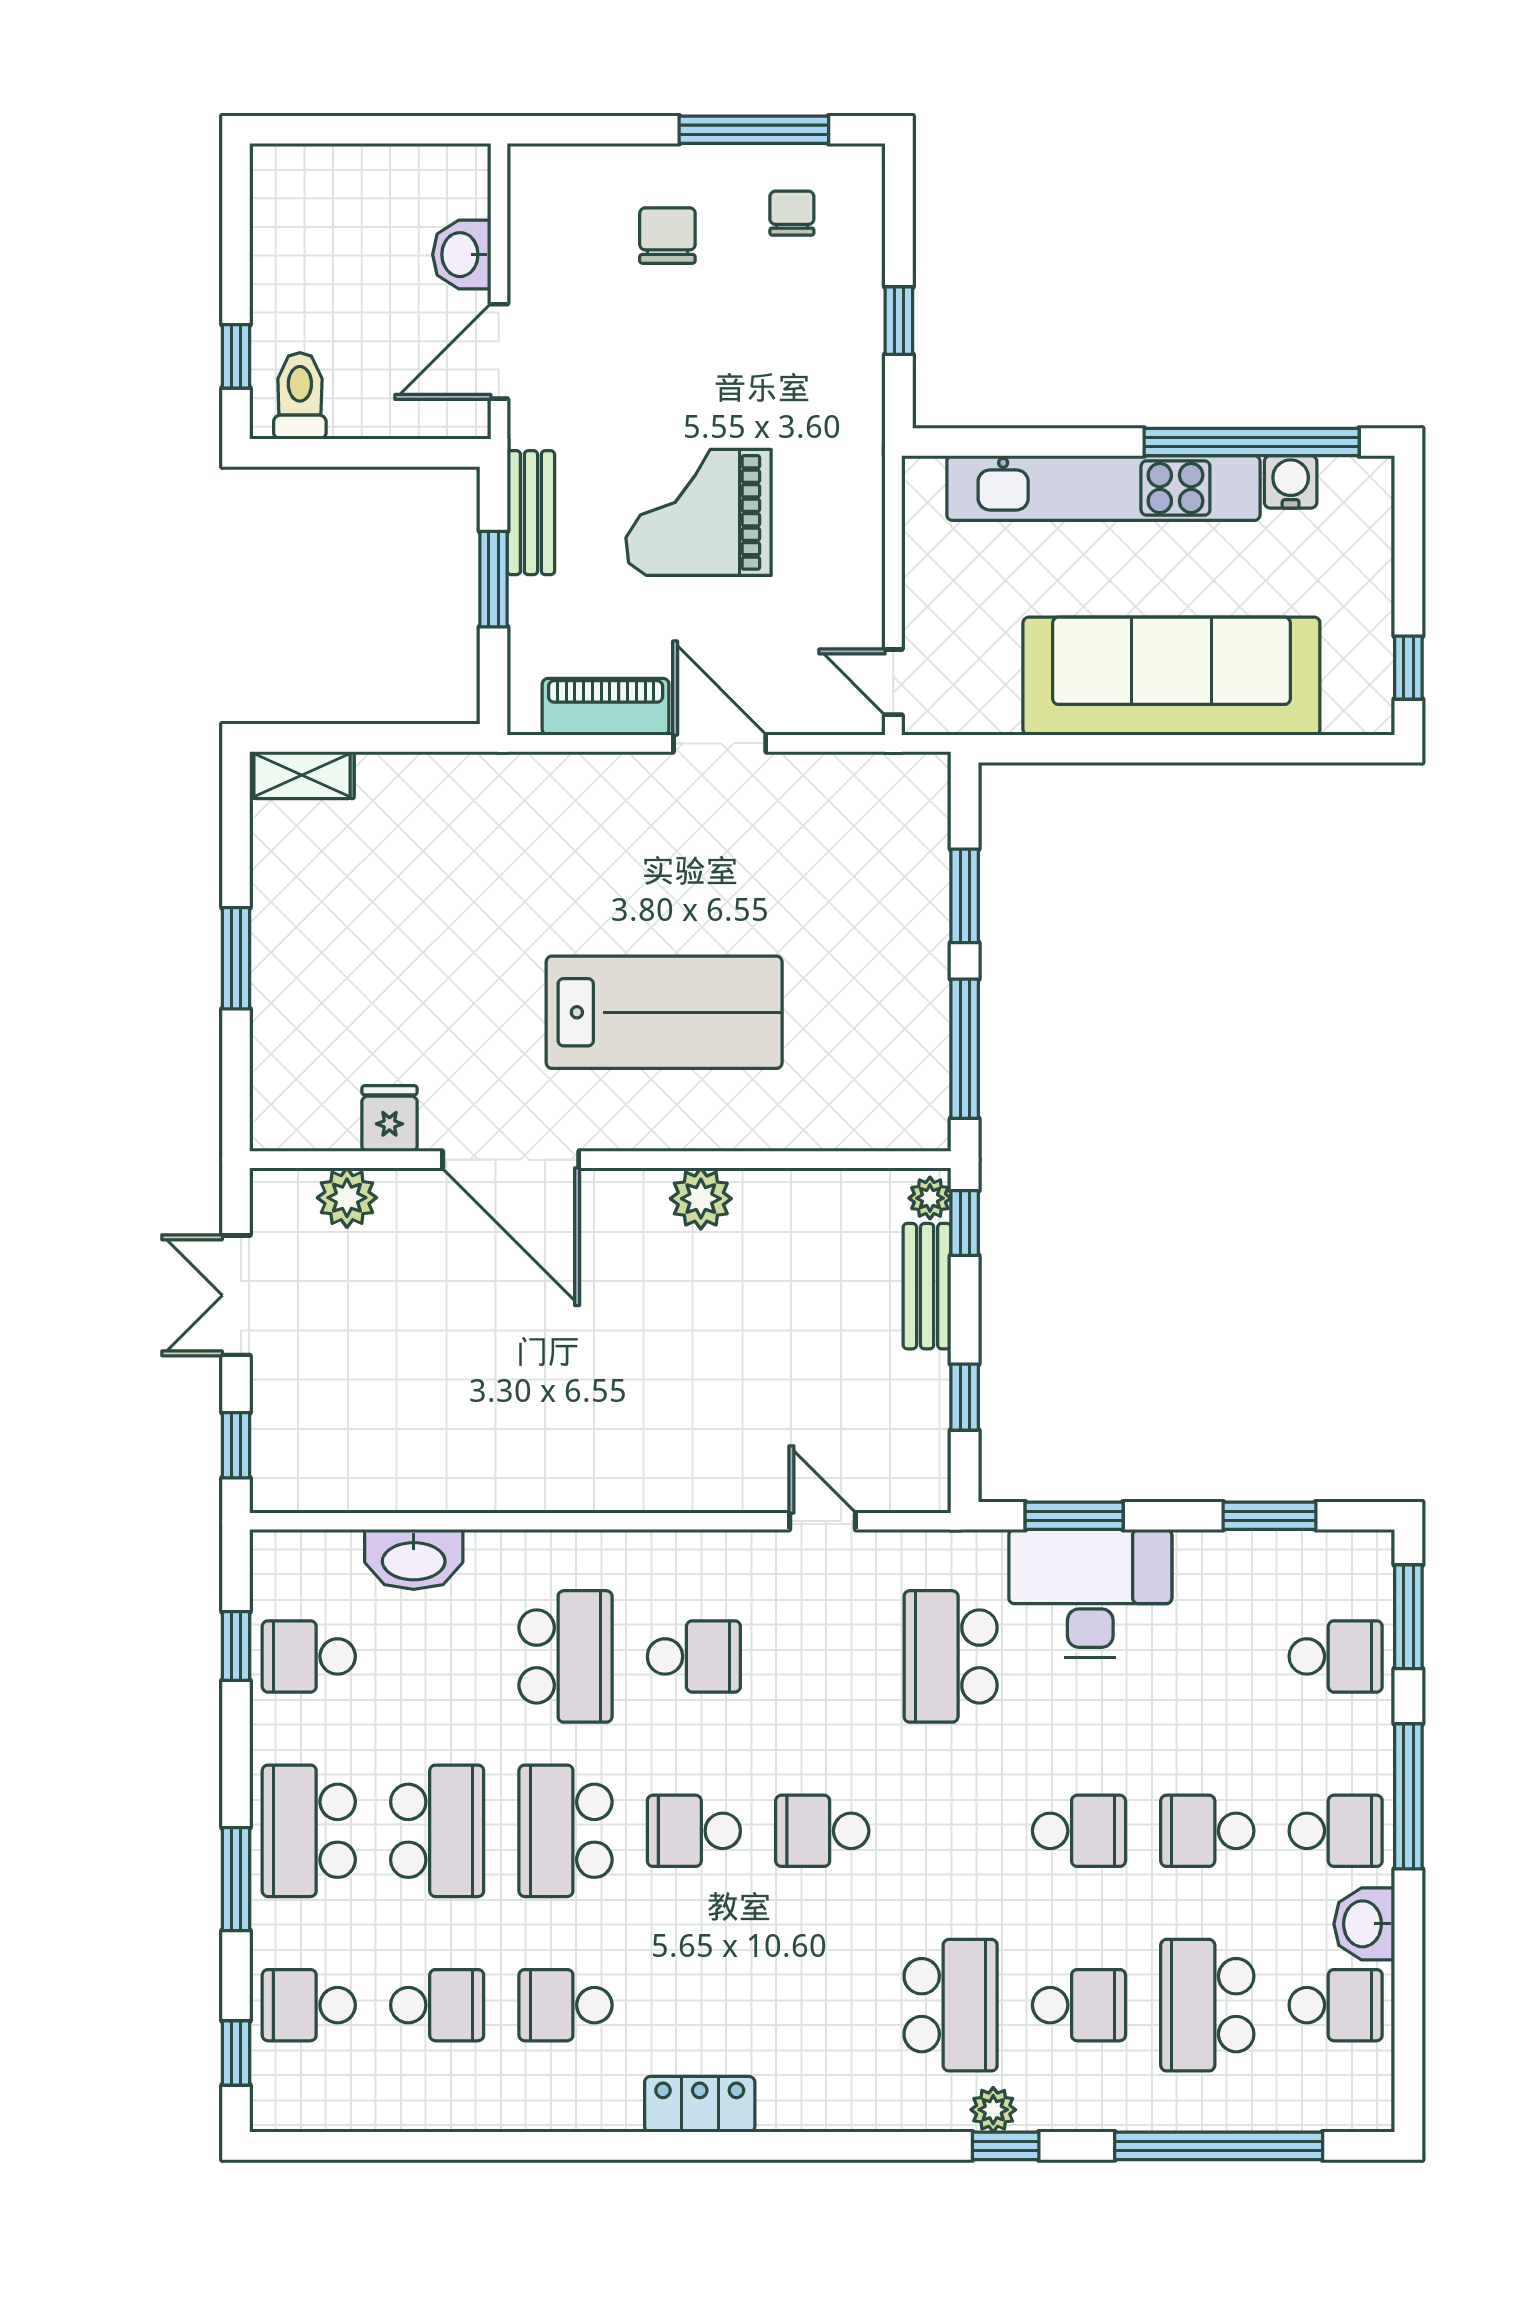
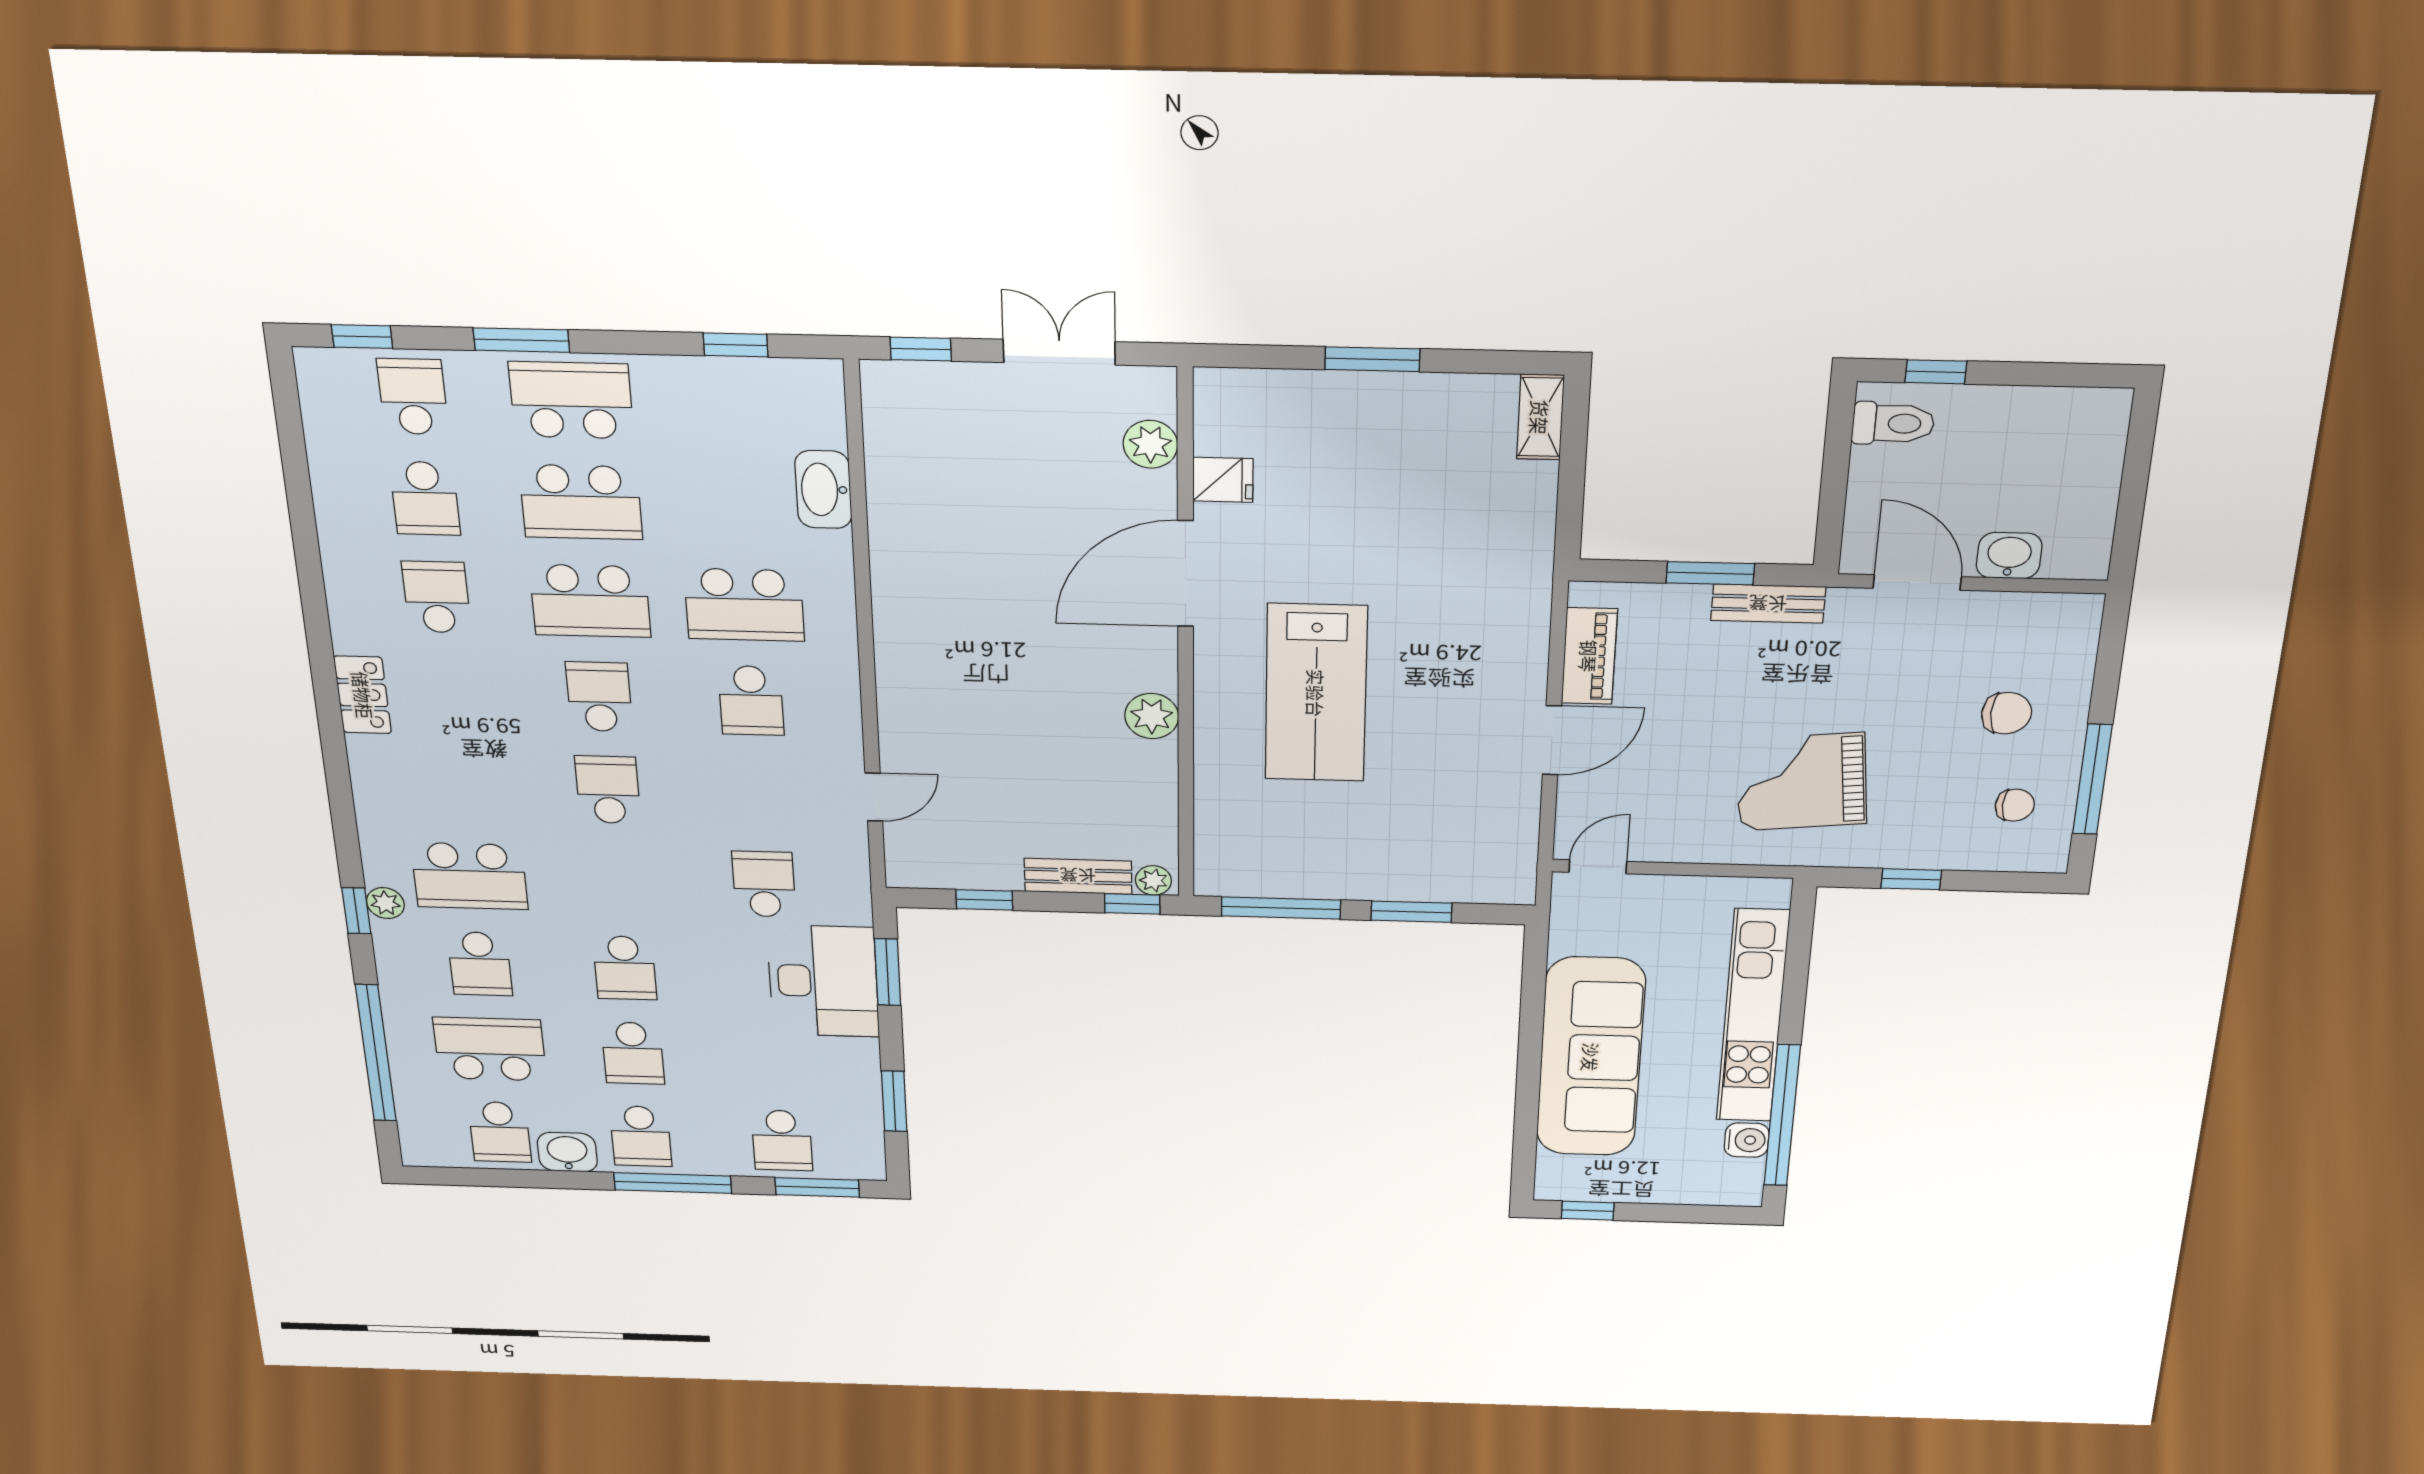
grand piano: (698, 512) -> (1801, 782), moved, turned -96
school desk: (309, 1656) -> (730, 404), removed
school desk: (951, 1656) -> (764, 884), width x0.54
school desk: (566, 1831) -> (590, 601), turned 180
school desk: (1207, 1831) -> (633, 1053), turned 180

